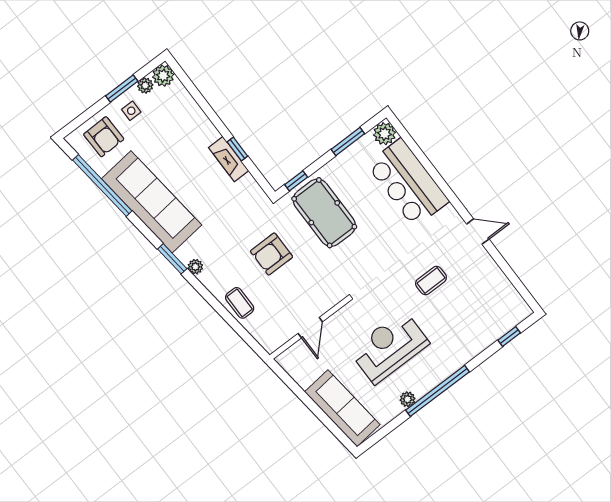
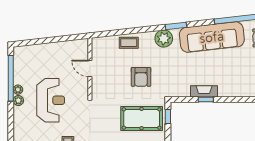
armchair: (272, 254) -> (141, 77), turned 180
plant: (195, 267) -> (164, 38), width x1.87, depth x1.87
plant: (421, 388) -> (18, 100), added
window: (437, 391) -> (11, 78), moved
sofa: (342, 408) -> (38, 54), removed

